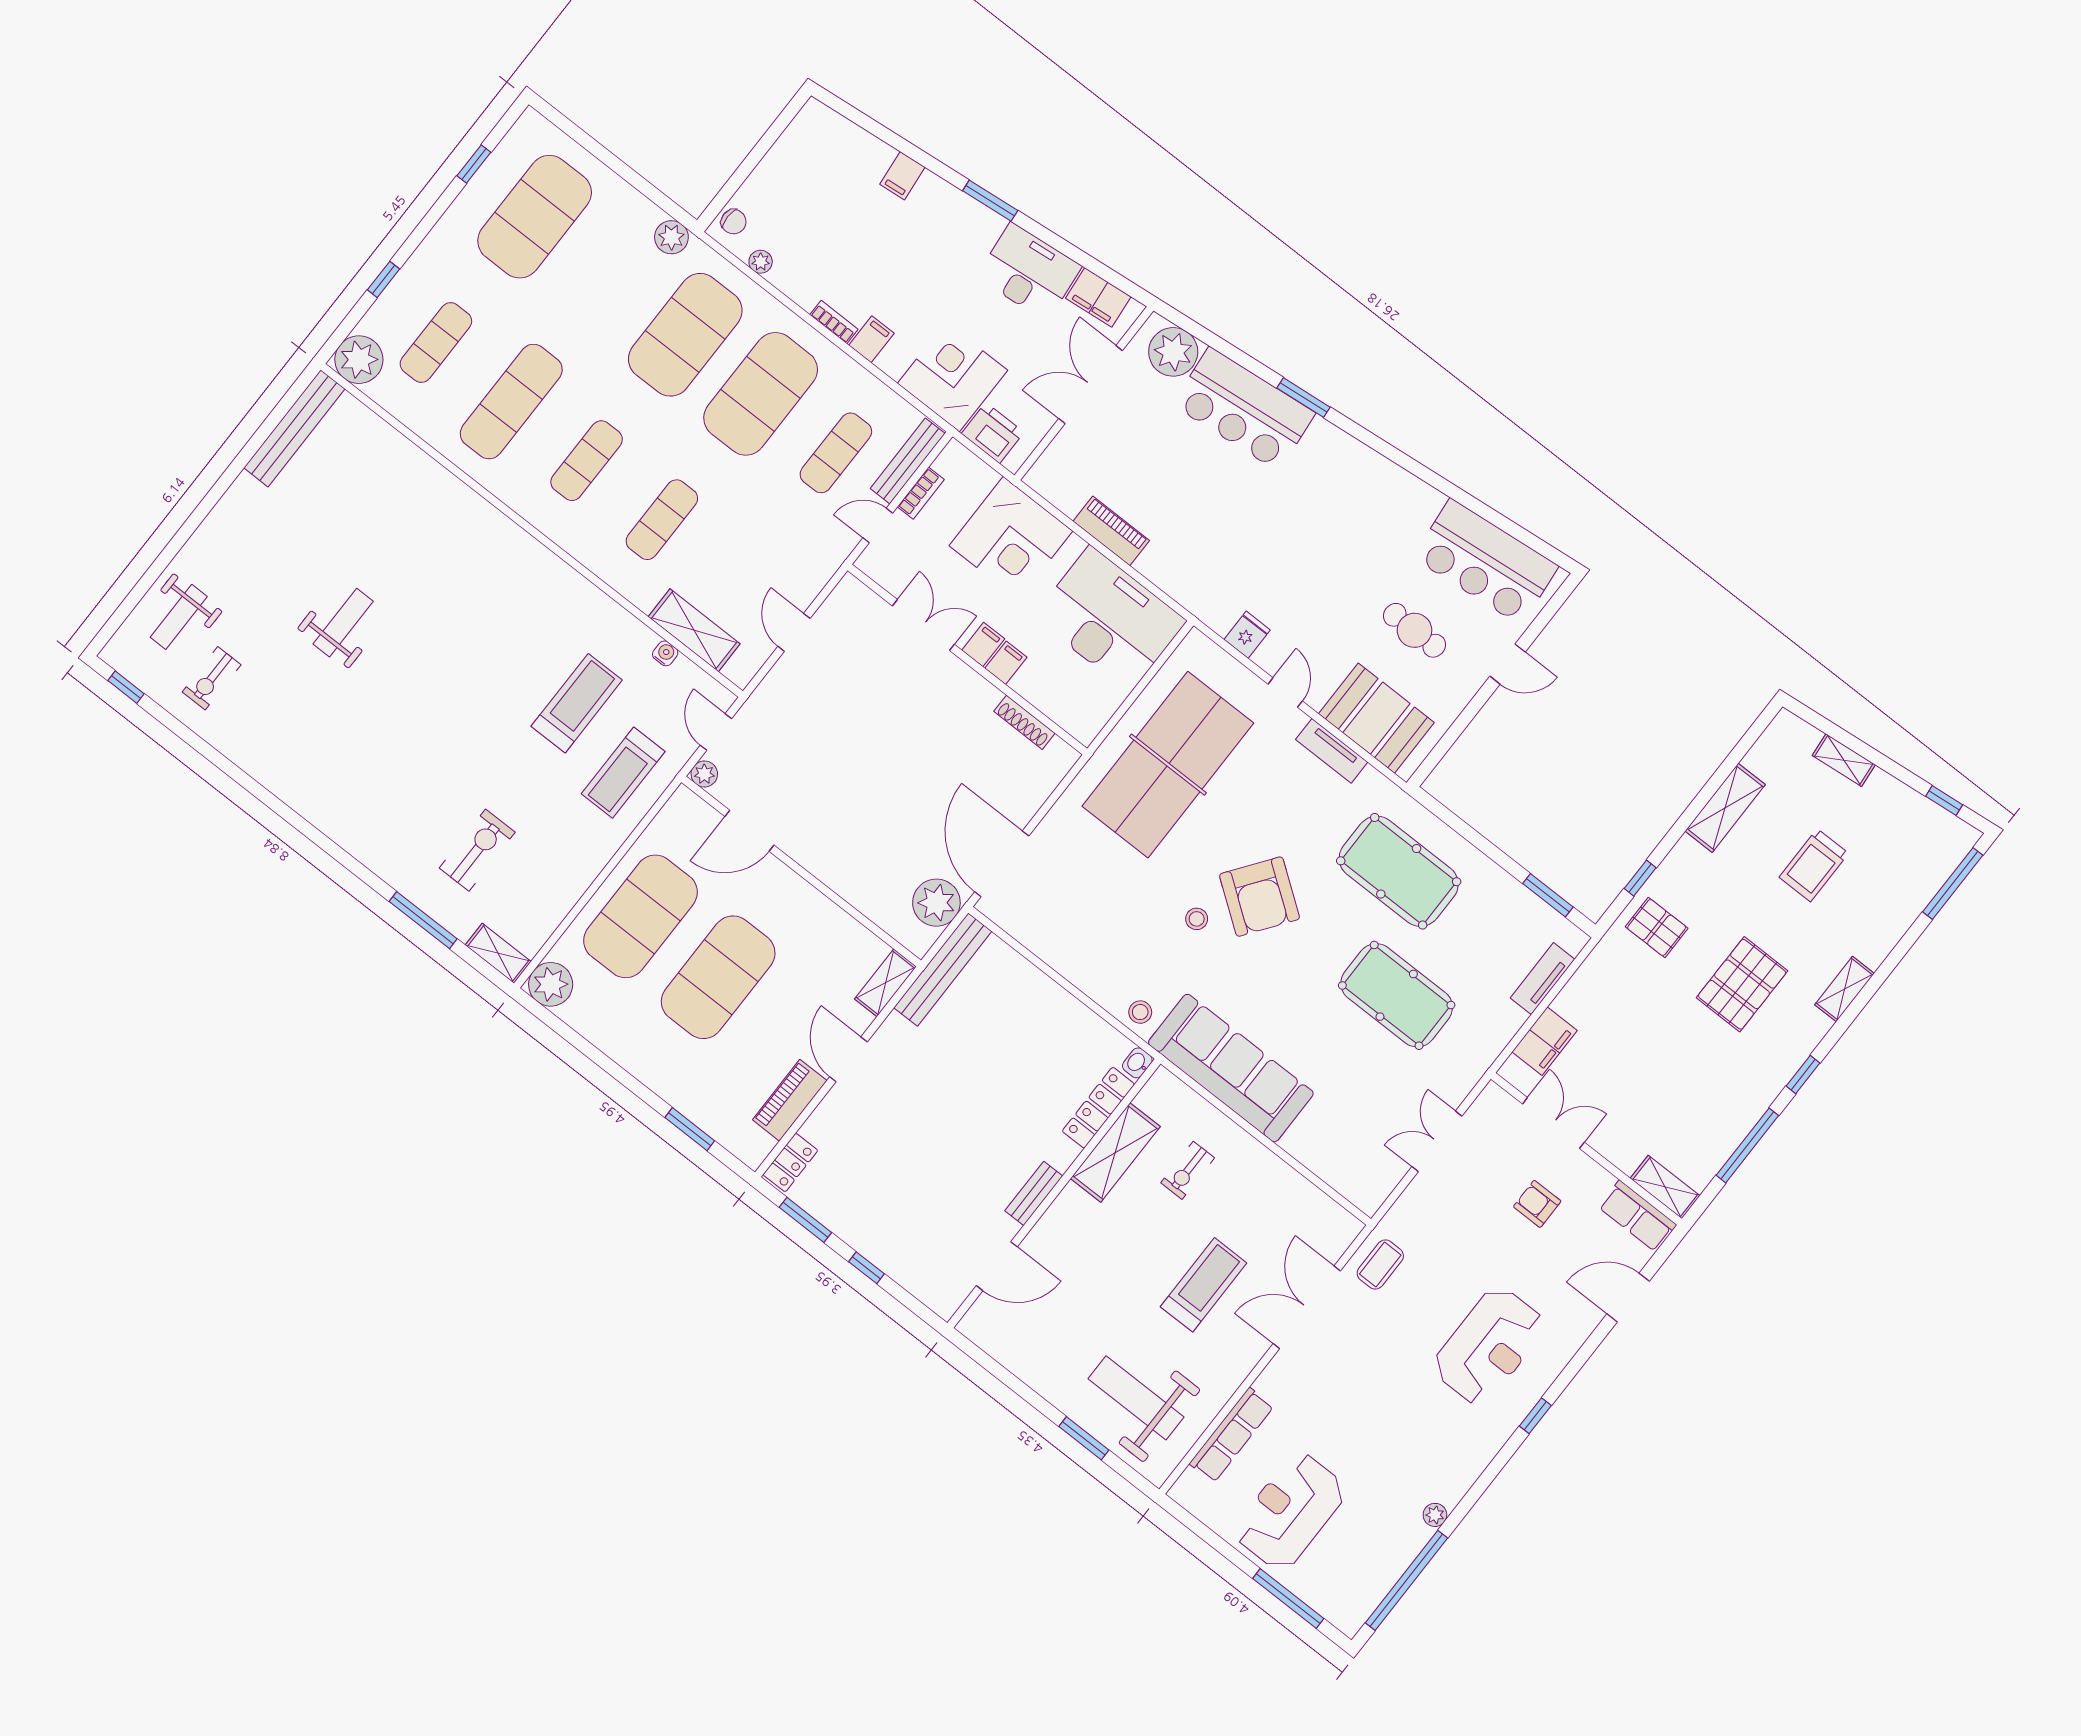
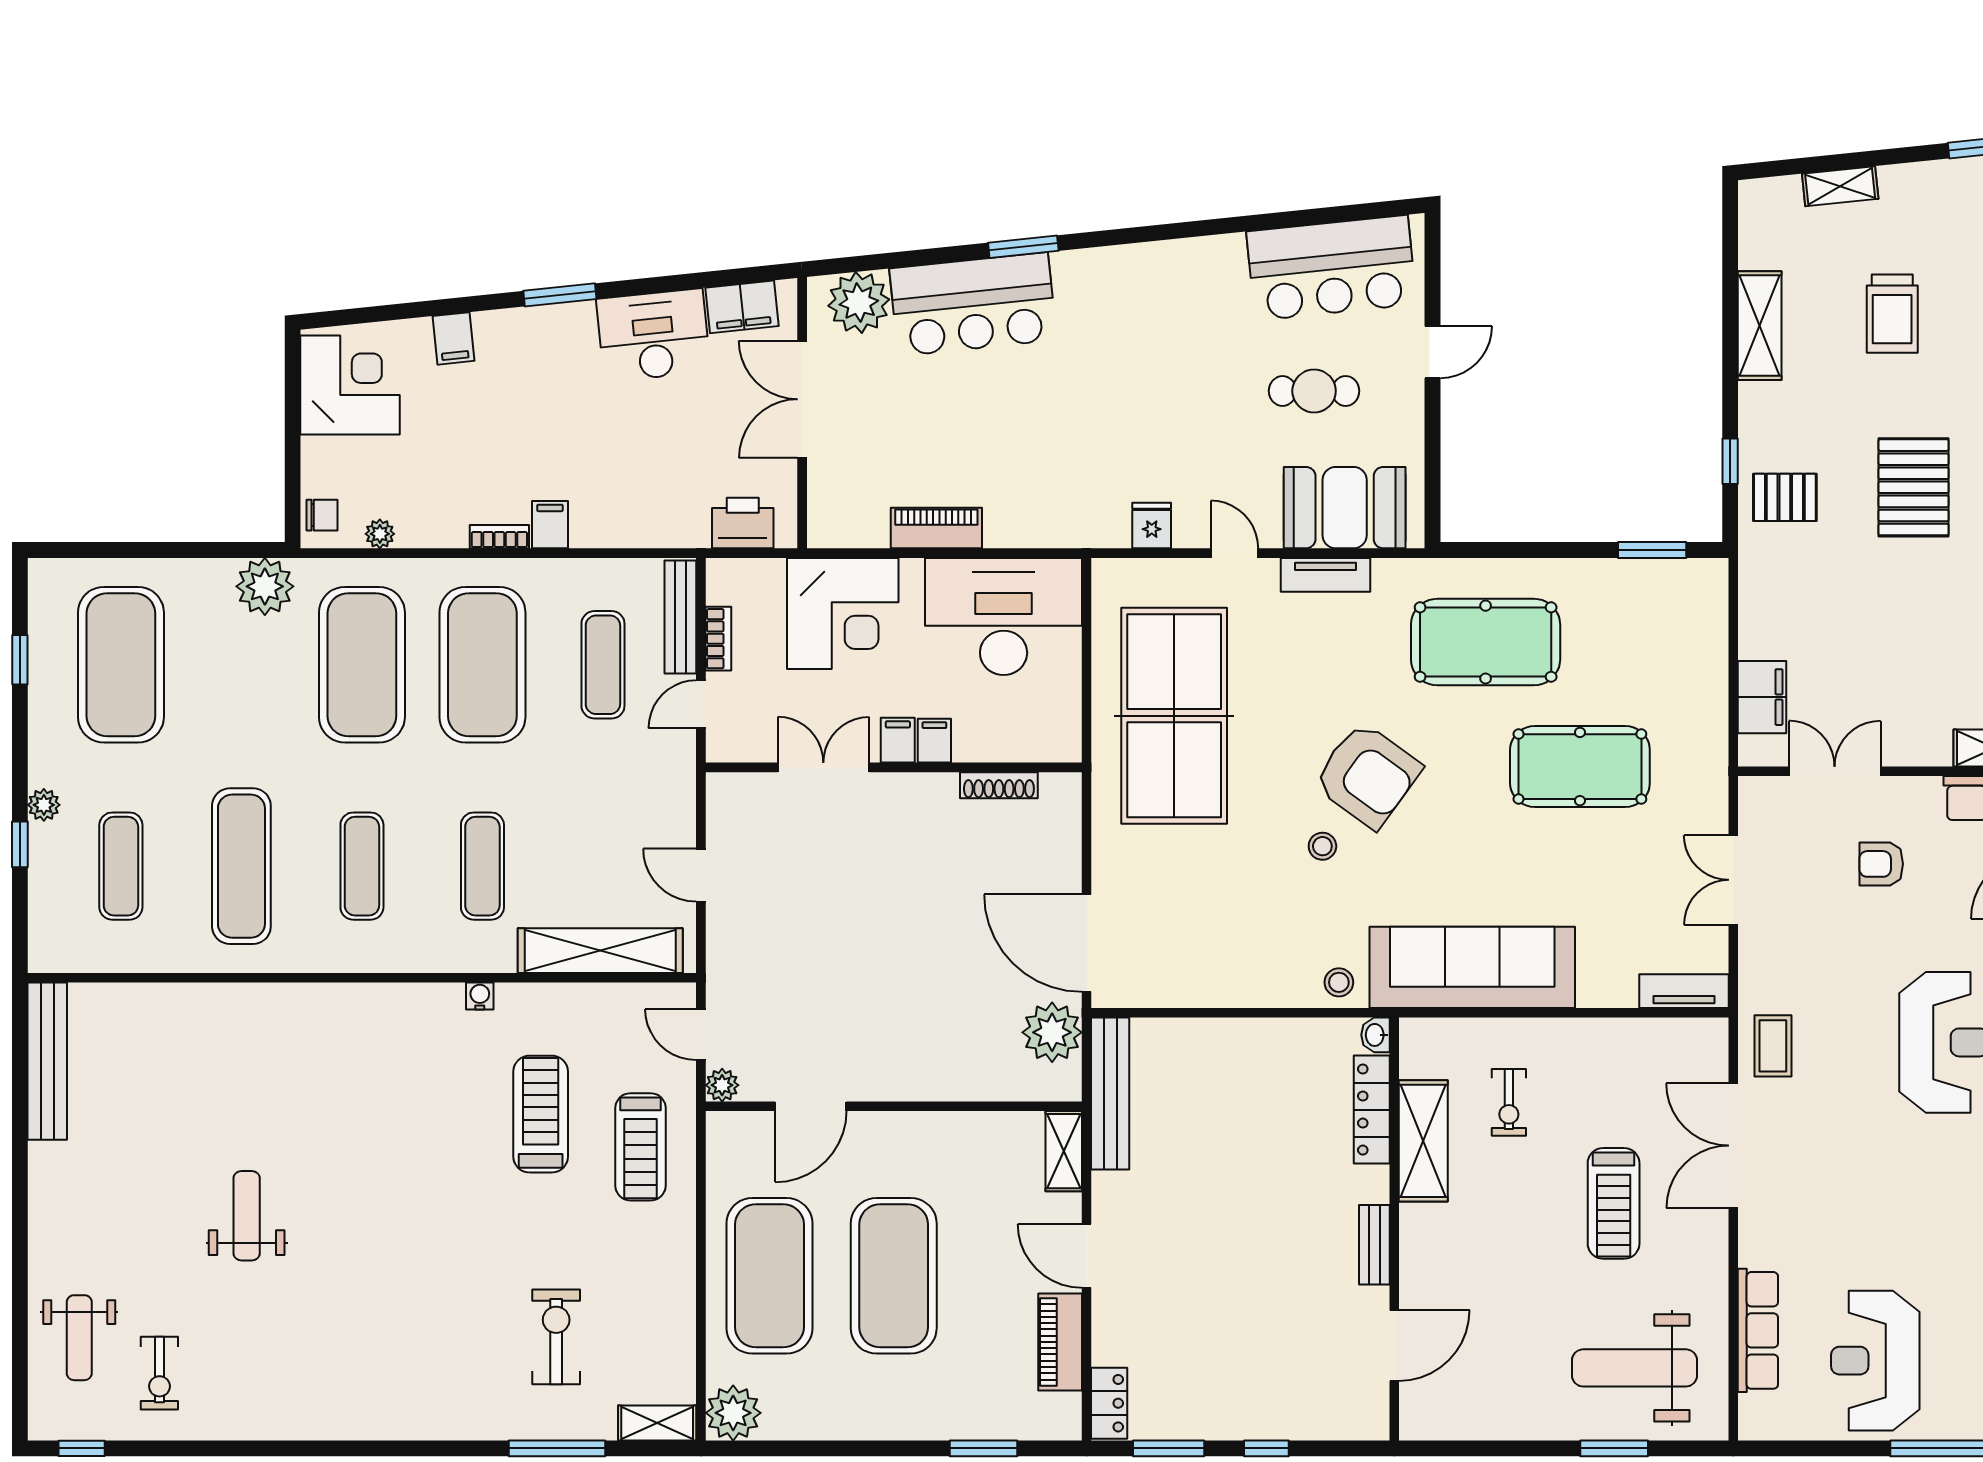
plant: (671, 237) -> (265, 586), width x1.36, depth x1.36
plant: (359, 360) -> (44, 805), moved, width x0.53, depth x0.53
corner desk: (952, 377) -> (350, 385), moved, turned 90
shelving: (694, 630) -> (600, 951), width x1.47
water cooler: (665, 653) -> (480, 996), moved
tv unit: (1542, 979) -> (1684, 991), moved, turned 90
treadmill: (1204, 1285) -> (1614, 1203), turned 180

